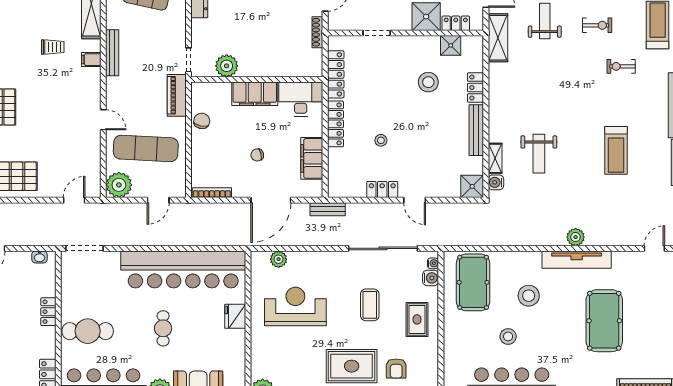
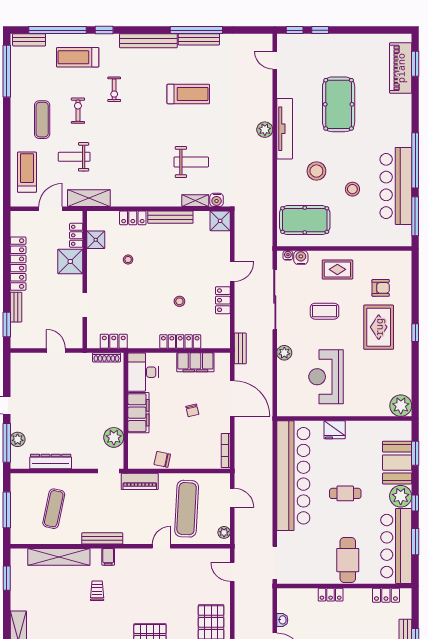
shoe rack: (317, 32) -> (106, 357), moved
locker: (336, 74) -> (114, 341), width x0.66
stool: (428, 82) -> (128, 260), width x0.53, depth x0.53
locker: (335, 124) -> (180, 341), moved
plant: (119, 185) -> (224, 532), width x0.53, depth x0.53
washbasin: (39, 257) -> (282, 620), moved
plant: (279, 259) -> (284, 353), moved
pool table: (604, 321) -> (339, 104), turned 90

